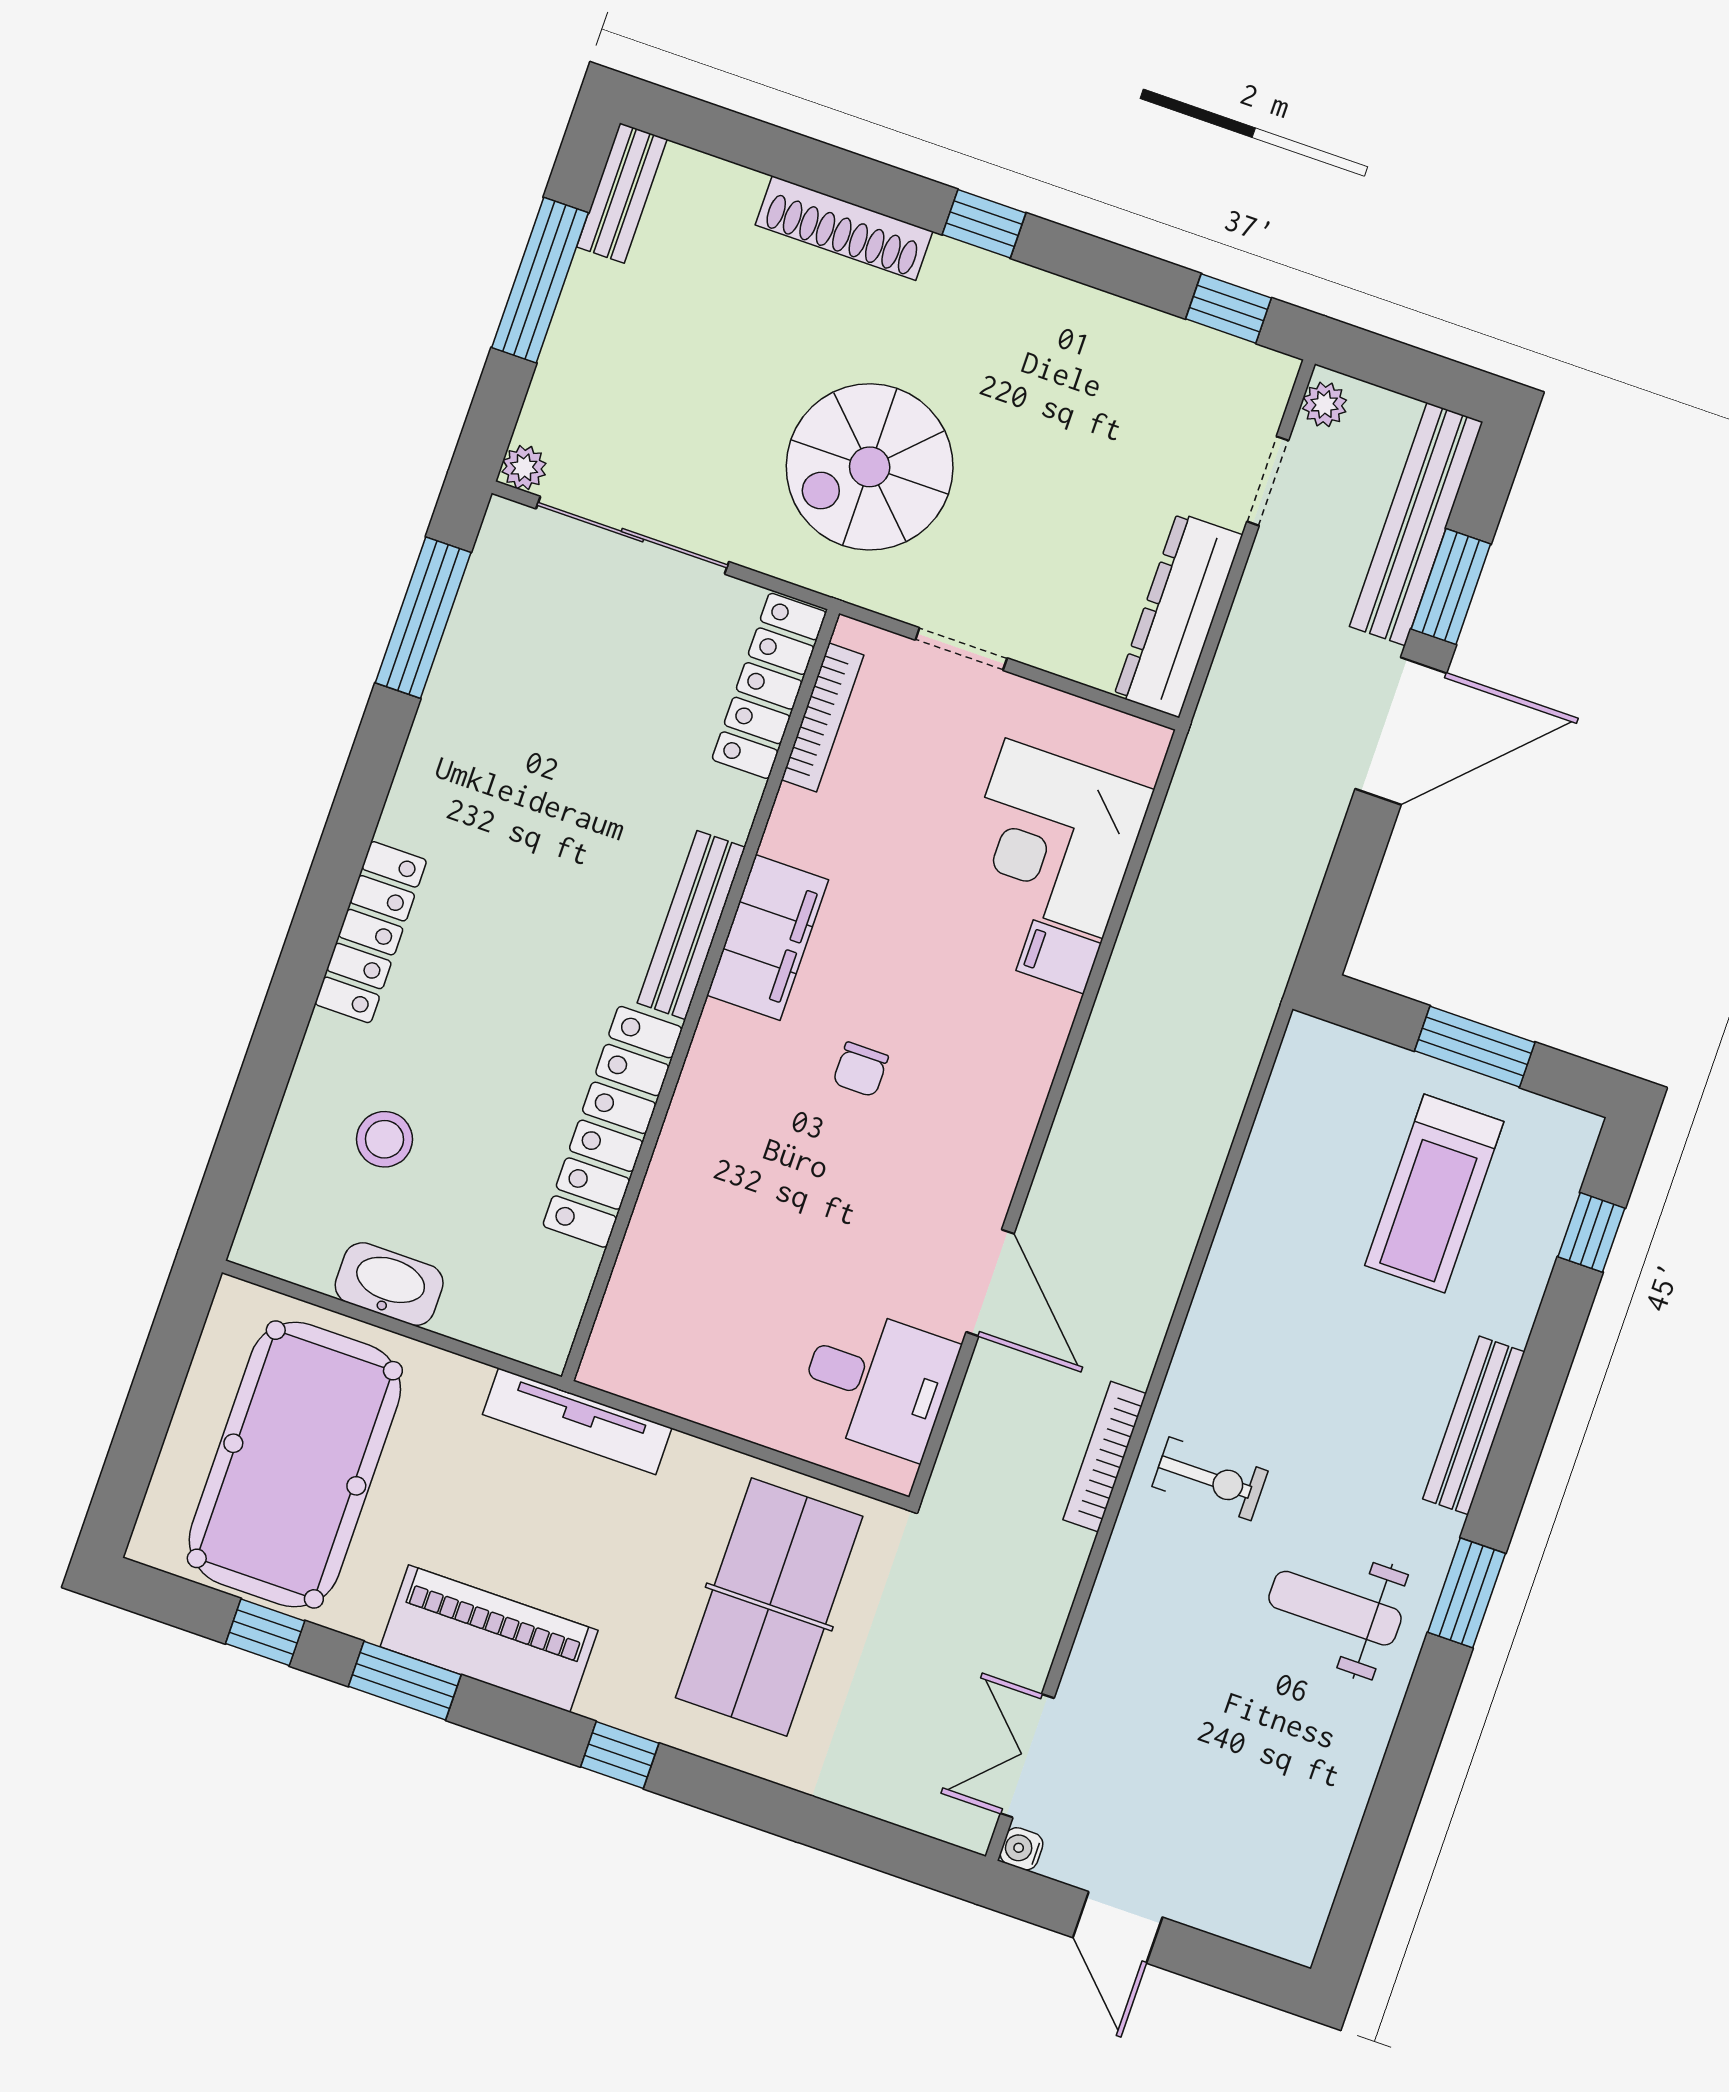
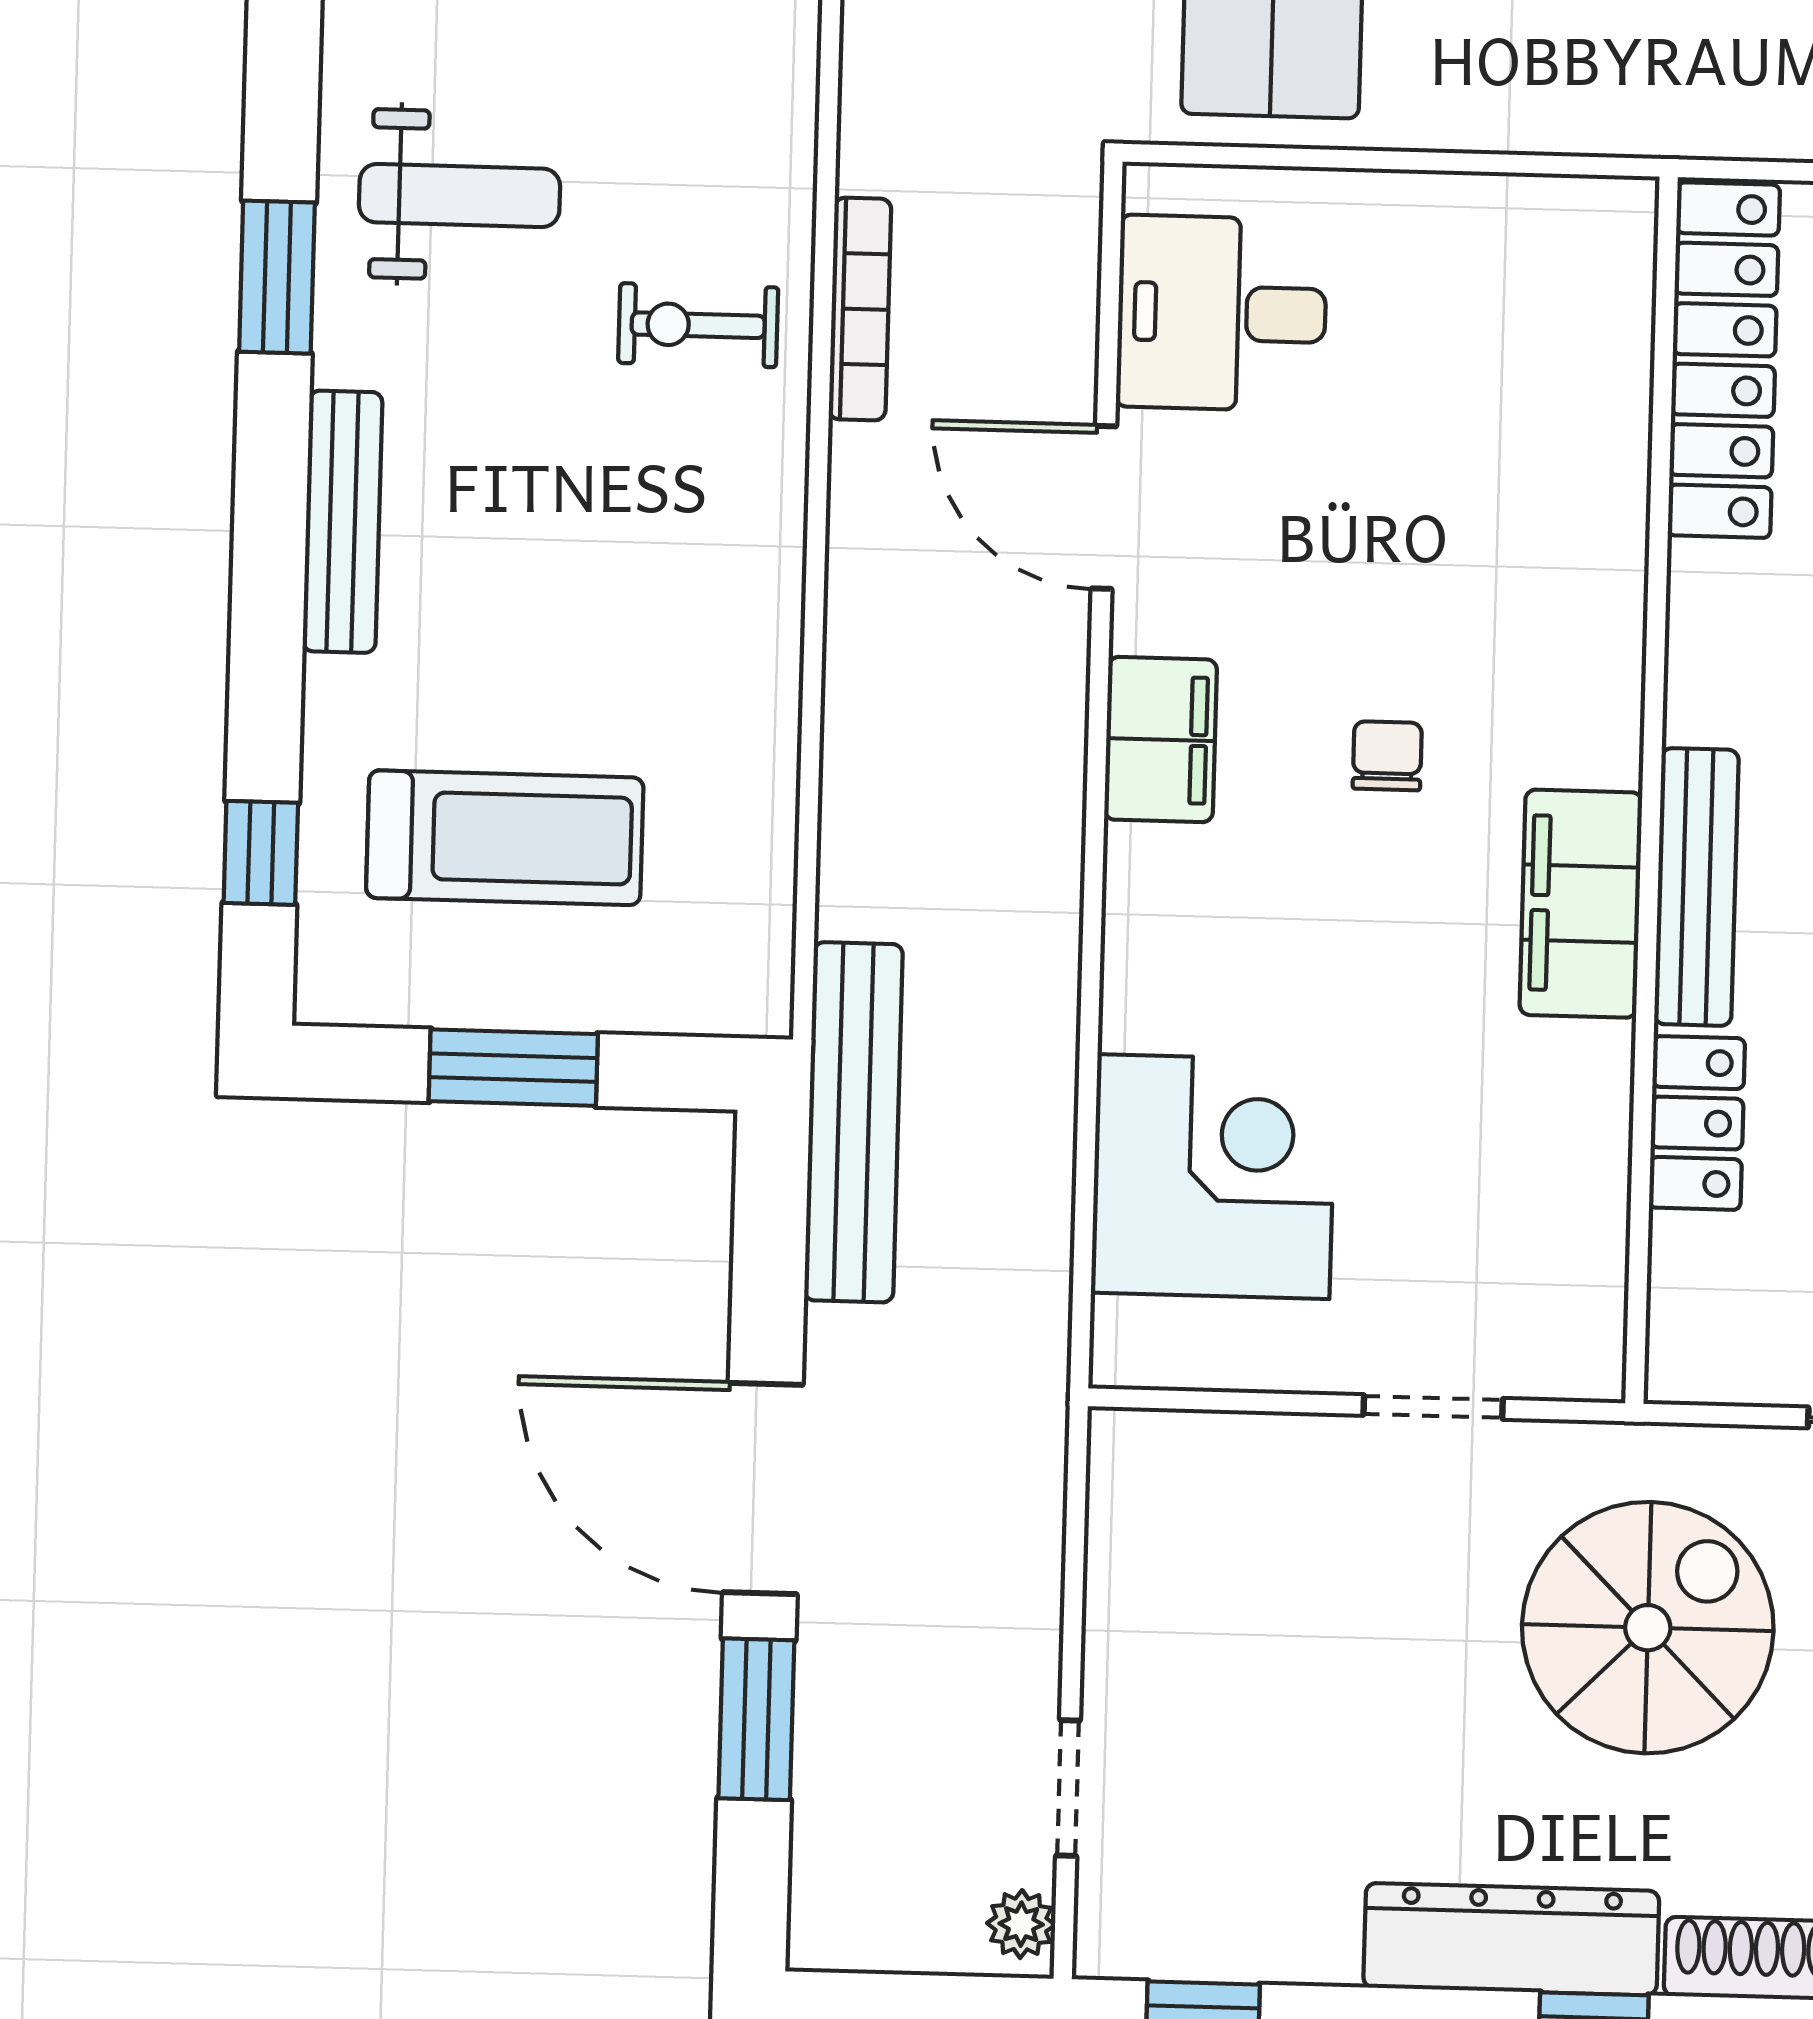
bench: (1416, 524) -> (853, 1122), moved
dresser: (1178, 615) -> (1511, 1939), moved, turned -90
locker: (769, 686) -> (1697, 1123), moved, width x0.66
bookcase: (823, 717) -> (1602, 1246), removed
door: (1401, 731) -> (763, 1489), hinge flipped
filing cabinet: (1059, 957) -> (1161, 740), moved, width x2.00
locker: (613, 1127) -> (1724, 360), moved
treadmill: (1434, 1193) -> (505, 838), turned 90
tv unit: (577, 1421) -> (1636, 121), removed

